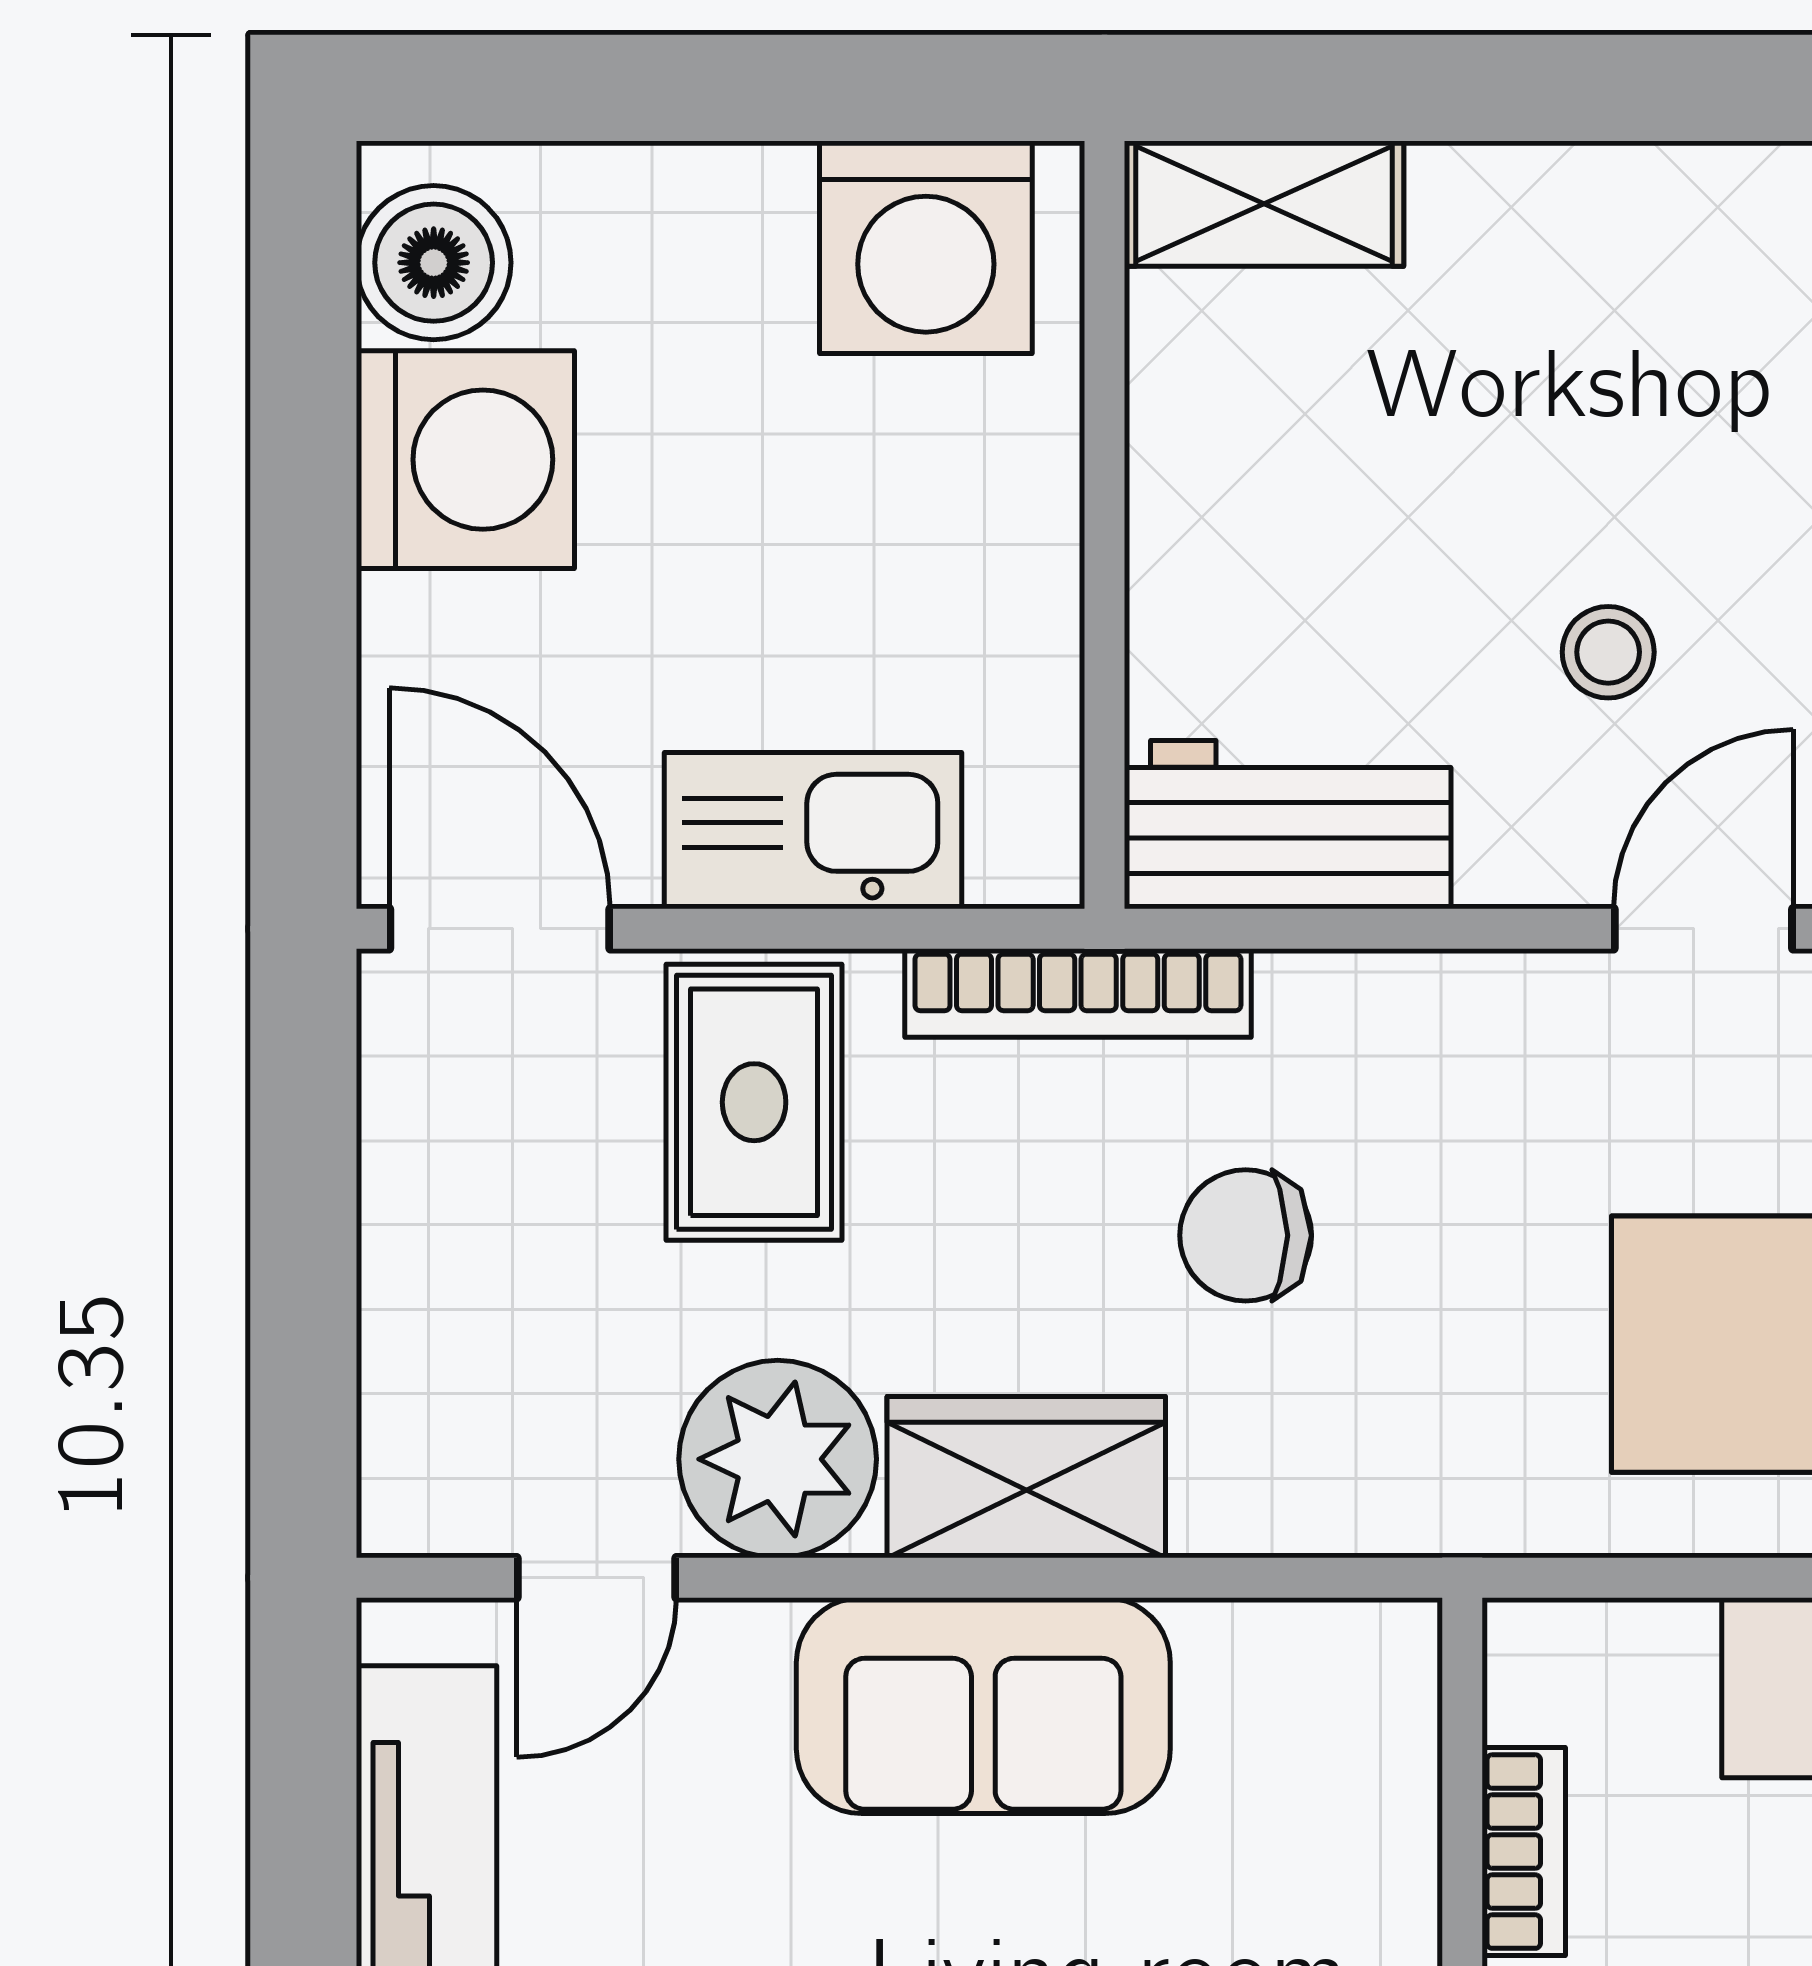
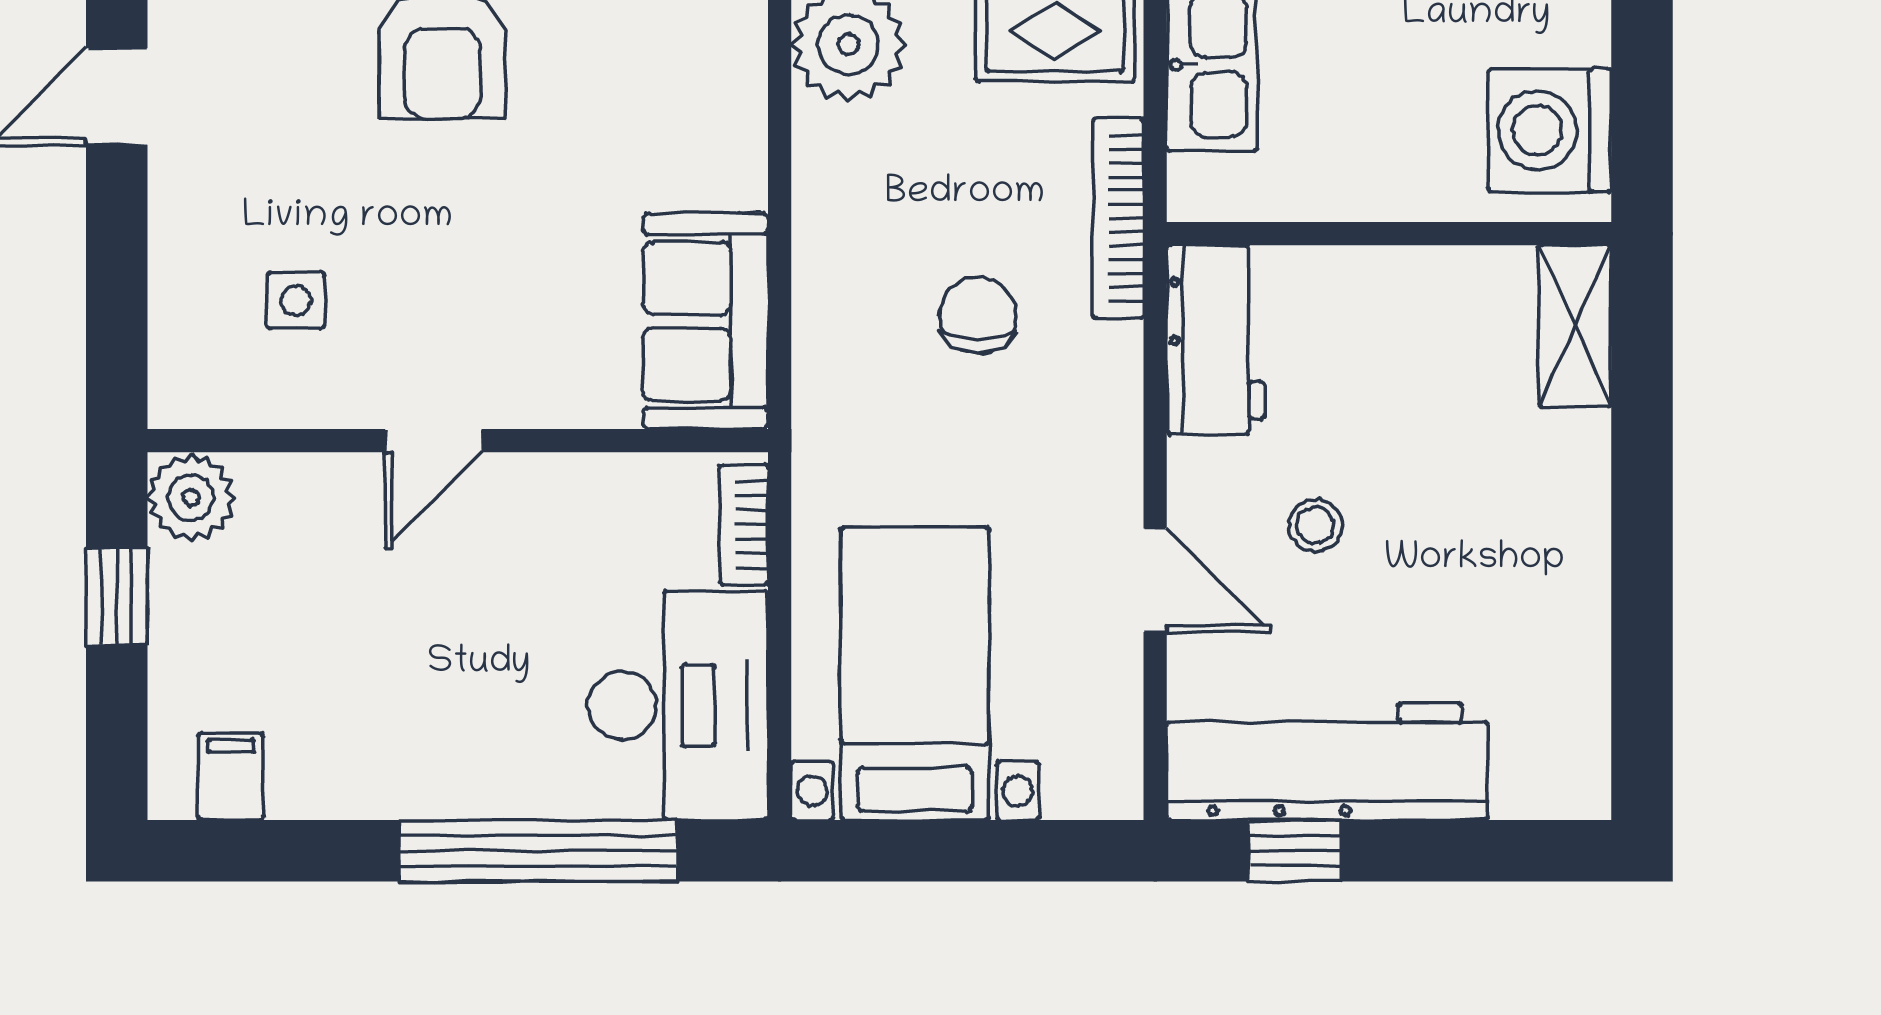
wardrobe: (1026, 1477) -> (838, 188), removed
sofa: (983, 1706) -> (706, 321), moved
bookcase: (1524, 1852) -> (744, 525), moved, turned 90

